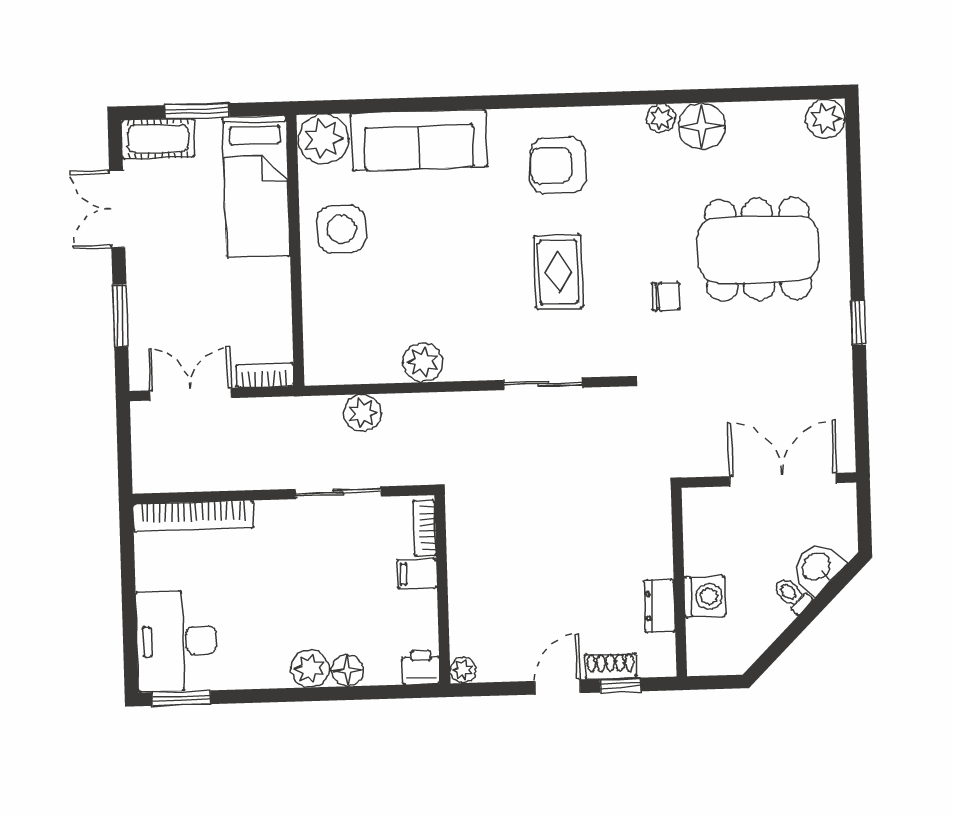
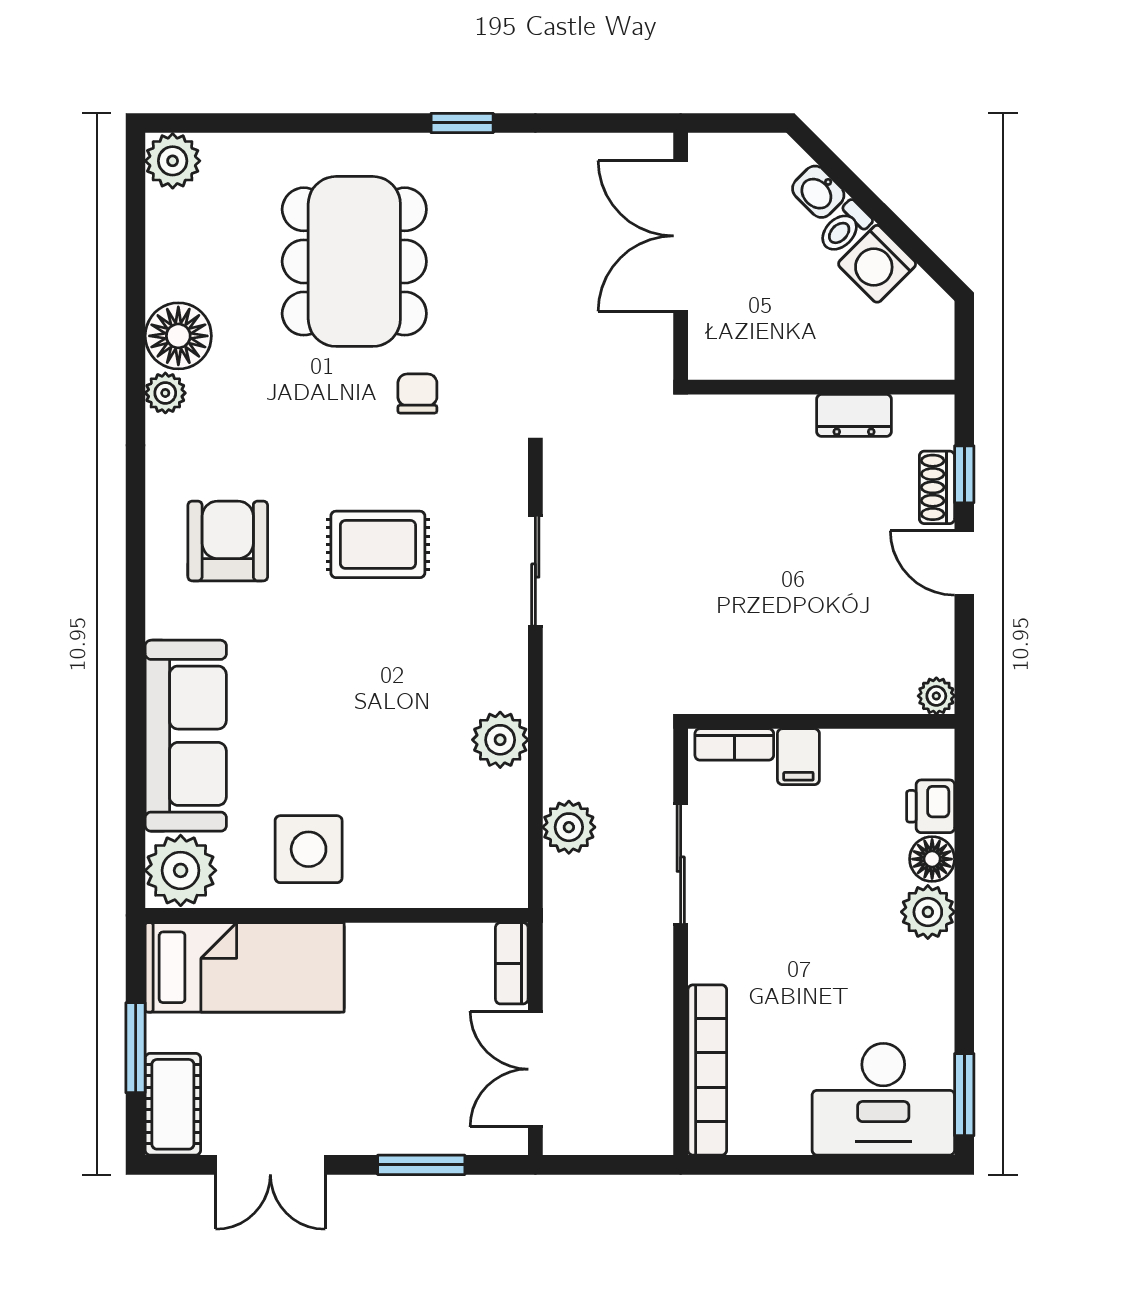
armchair: (558, 166) -> (228, 541), turned 180
washbasin: (817, 567) -> (818, 192), width x0.72, depth x0.69
washing machine: (705, 597) -> (877, 264), moved, turned -135
printer: (421, 667) -> (931, 806), moved

